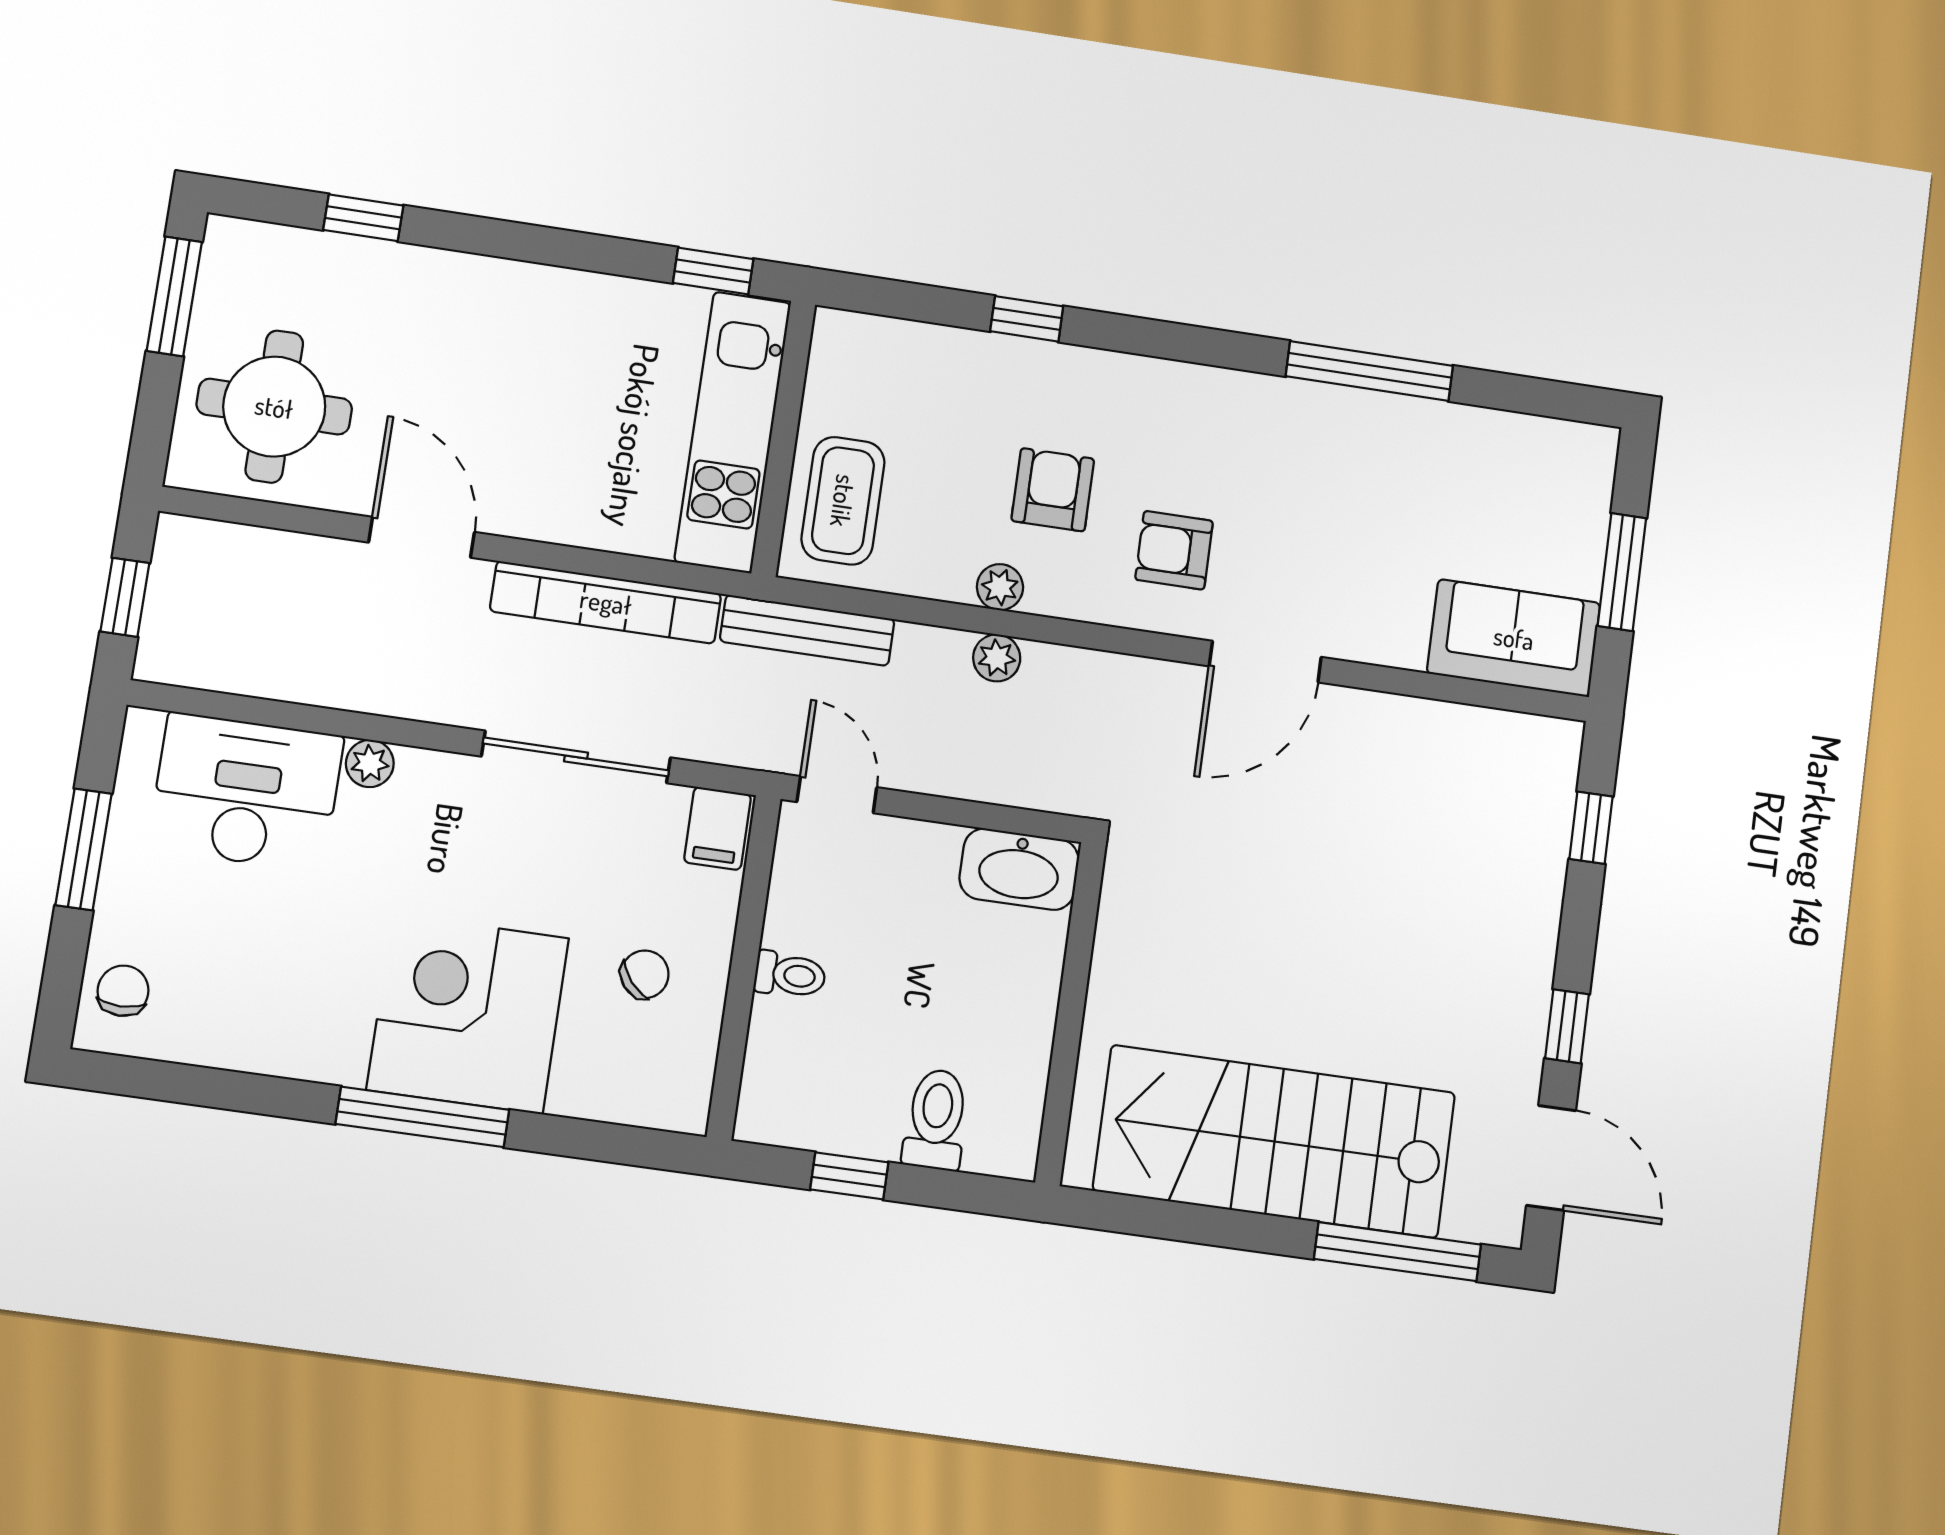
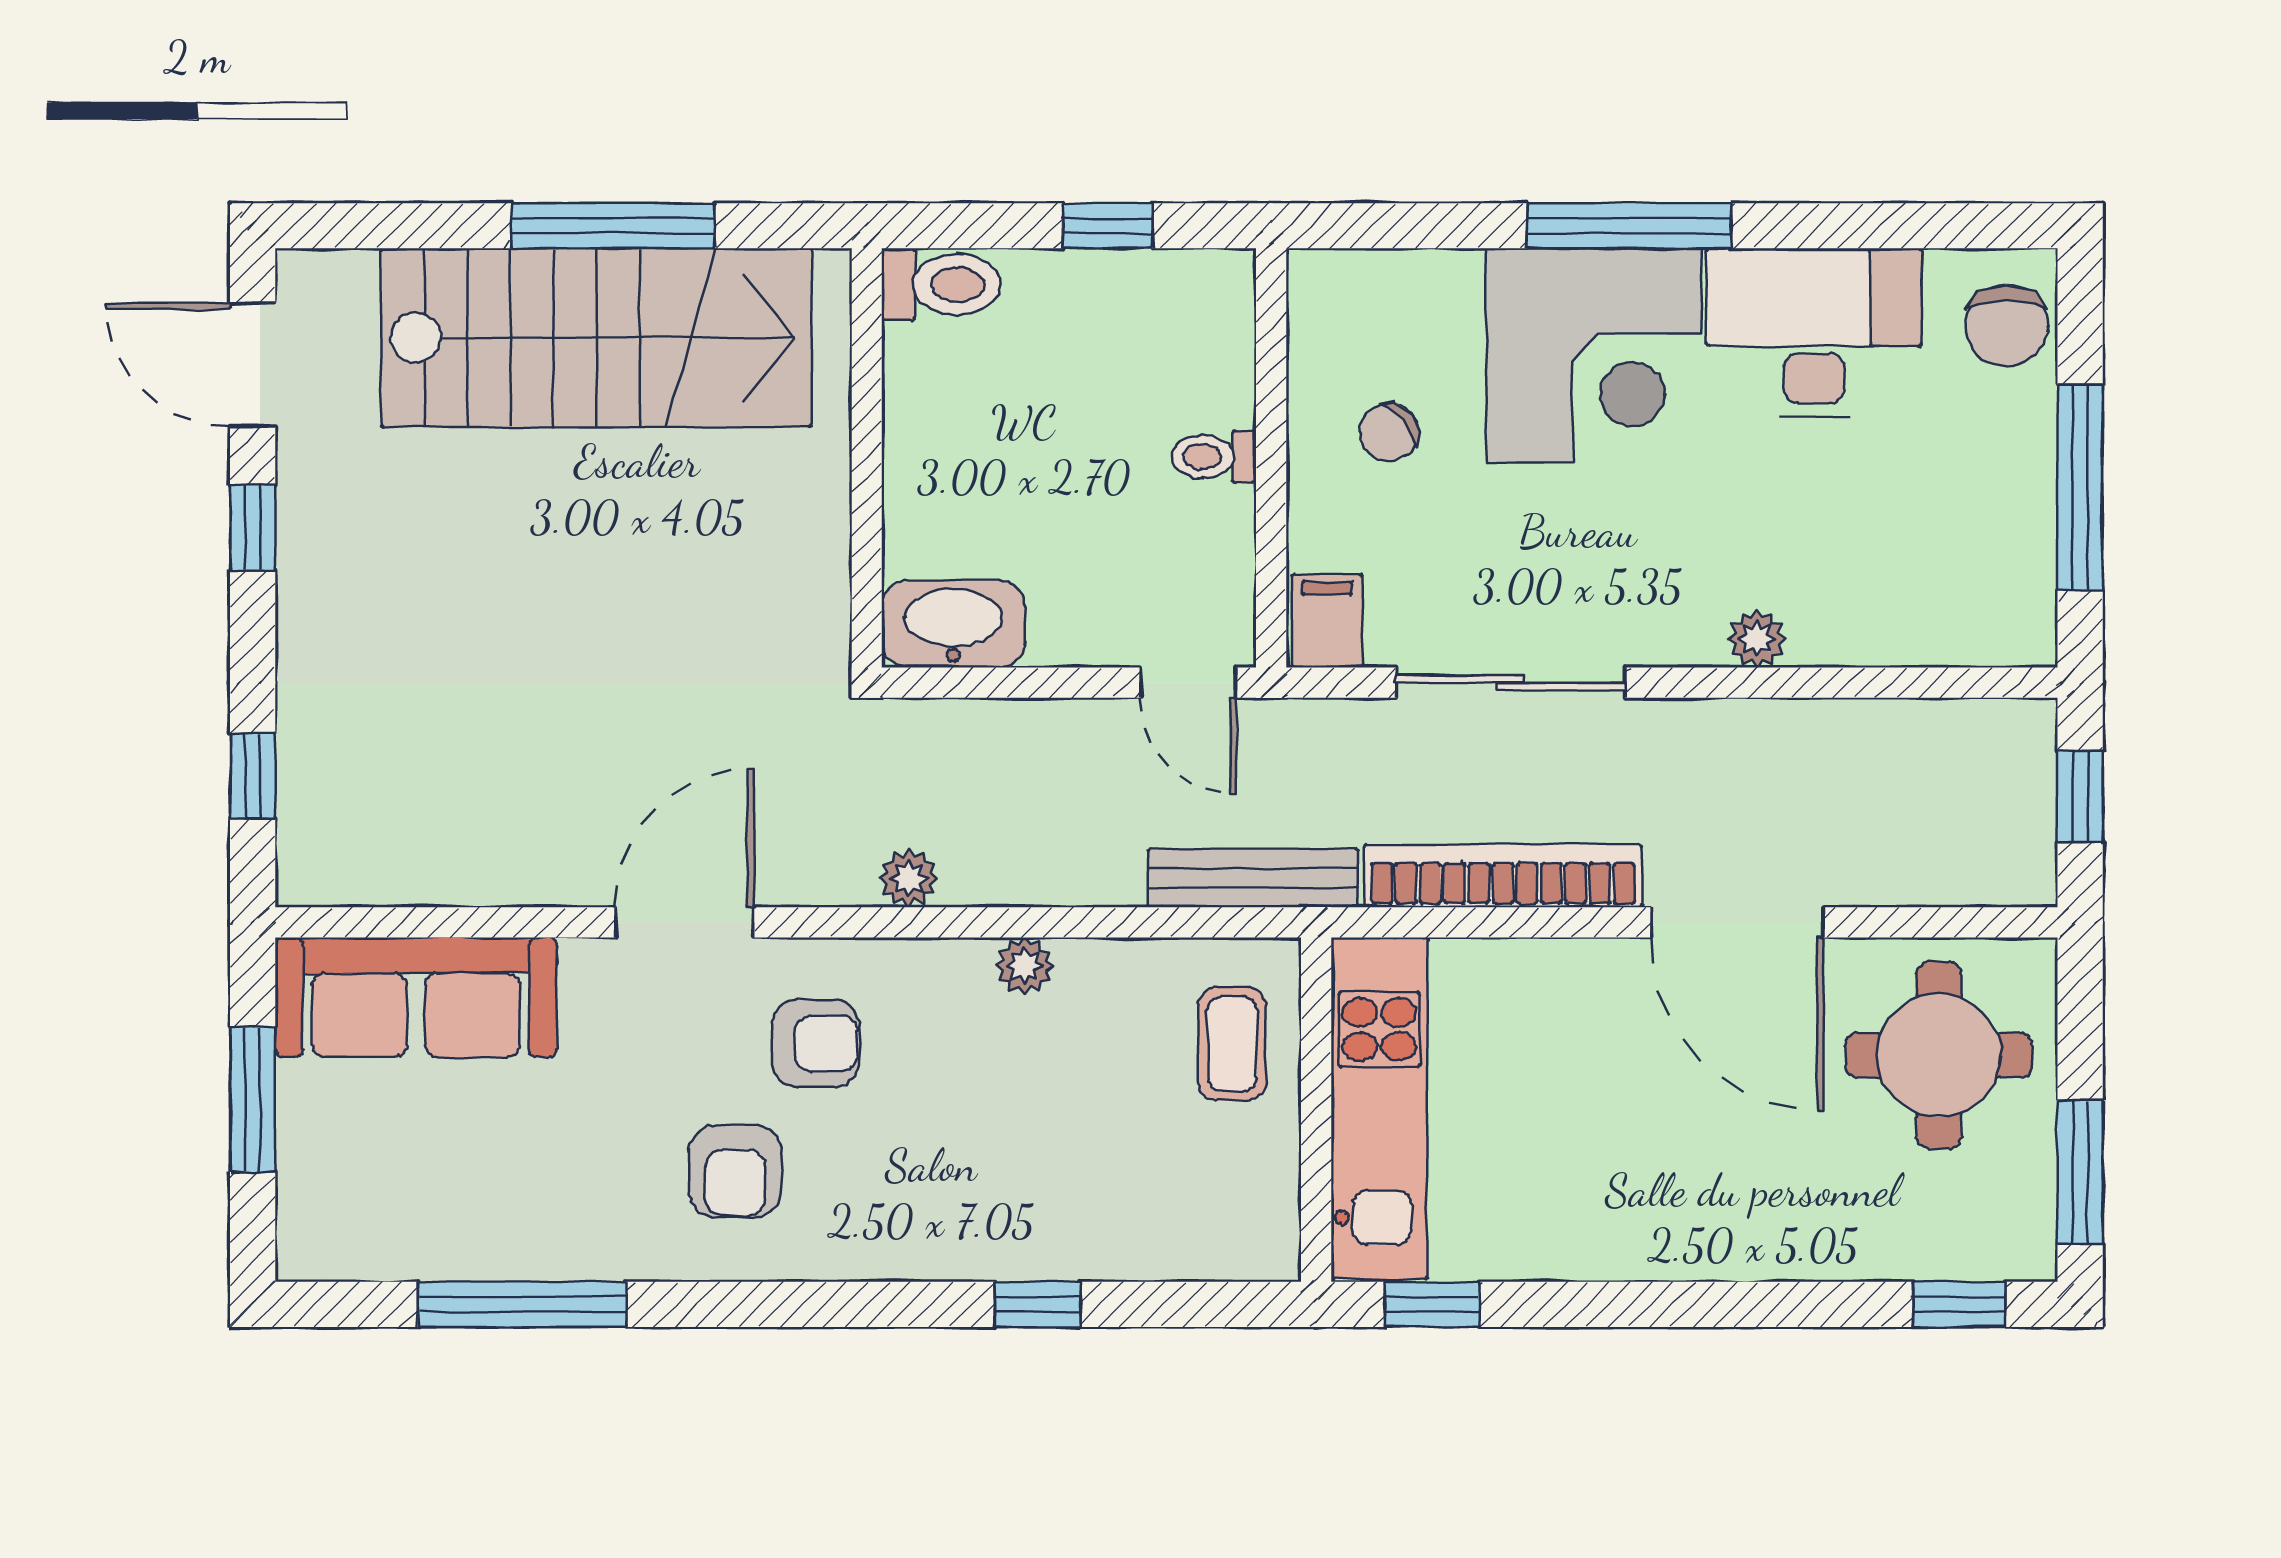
window: (363, 218) -> (1959, 1304), moved
window: (1369, 371) -> (522, 1304), moved
armchair: (1053, 490) -> (735, 1171), moved
coffee table: (843, 501) -> (1232, 1044), width x0.73, depth x0.77
door: (422, 537) -> (1737, 922), width x1.36
sofa: (1514, 638) -> (416, 997), width x1.36
plant: (997, 658) -> (909, 878), moved
desk: (246, 792) -> (1814, 333), moved, turned 180
window: (84, 849) -> (2080, 487), width x1.44
chair: (123, 991) -> (2006, 326), width x1.37, depth x1.37
toilet: (936, 1119) -> (941, 284), moved, turned -90
window: (1398, 1252) -> (613, 226), moved

